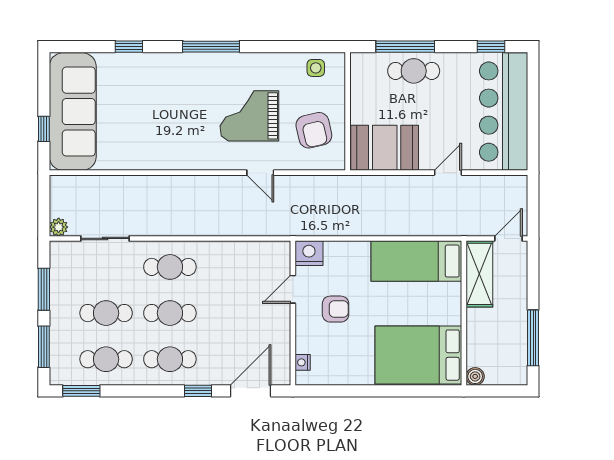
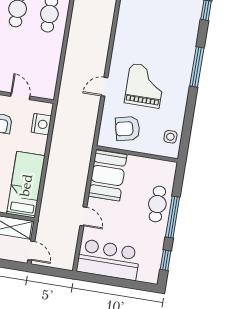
window: (405, 47) -> (173, 217), moved
bar counter: (504, 112) -> (108, 260), width x0.73
nightstand: (309, 253) -> (41, 124), moved

